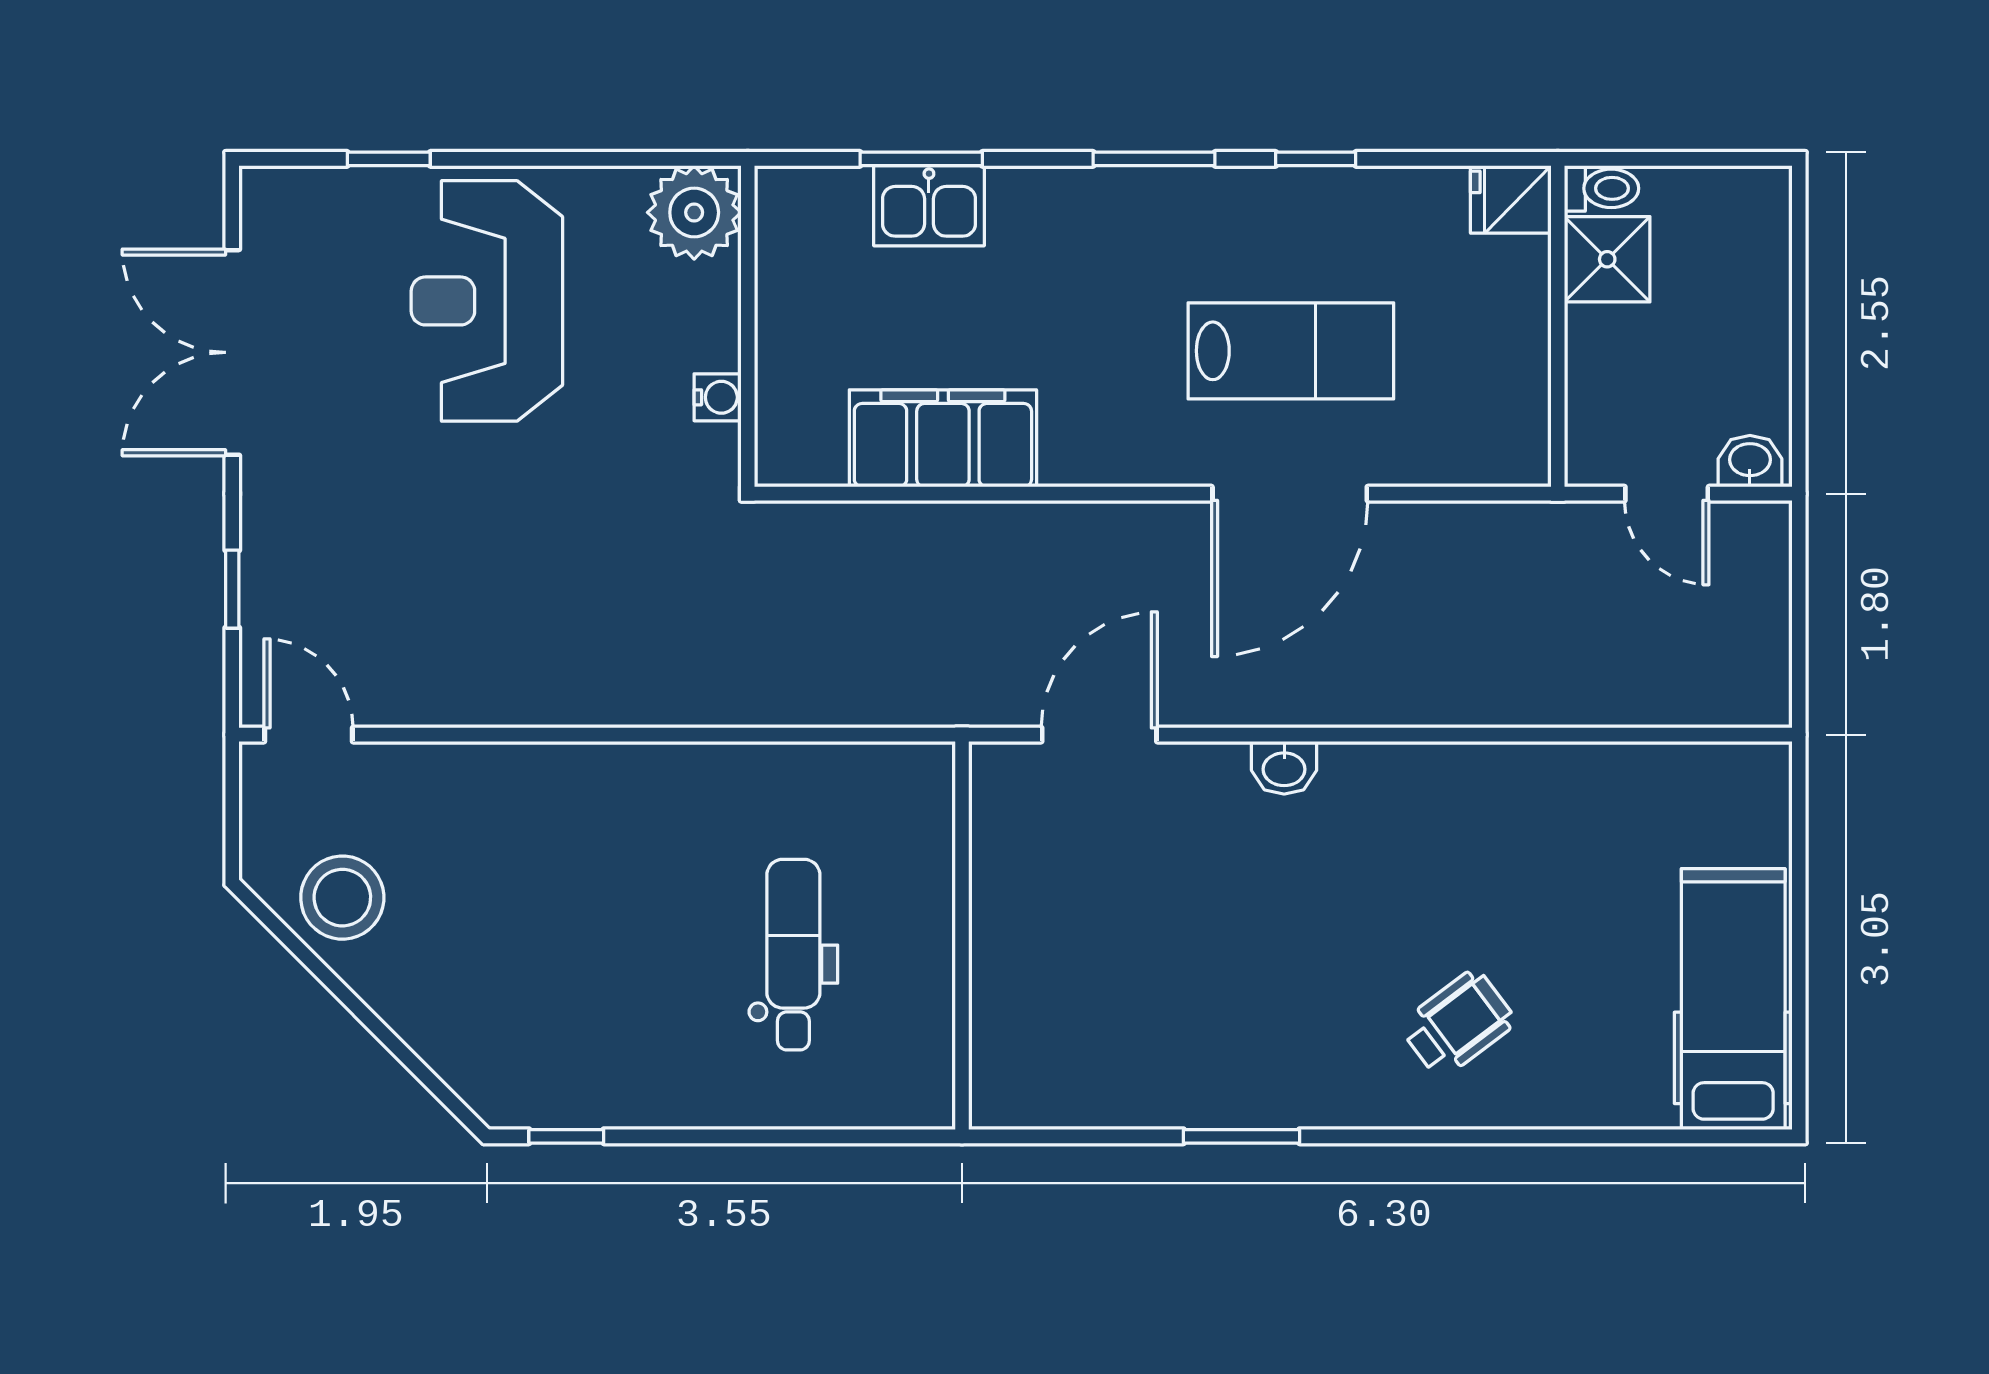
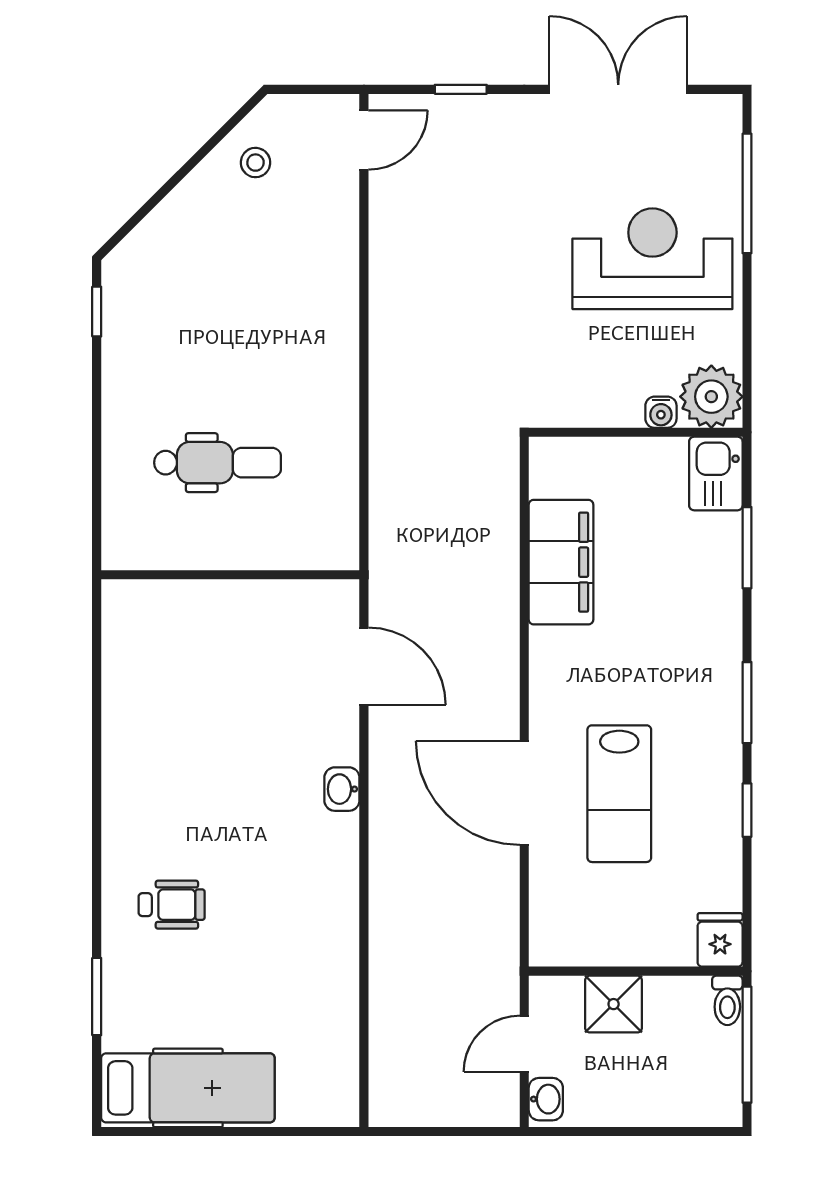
window: (389, 159) -> (747, 193), width x2.17
window: (1668, 159) -> (747, 1045), added
kitchen sink: (929, 206) -> (716, 473), moved
shower: (1607, 259) -> (614, 1004), moved
water cooler: (718, 397) -> (661, 412), moved
stool: (342, 898) -> (255, 163), width x0.53, depth x0.53
wheelchair: (1458, 1024) -> (172, 905), turned -53
window: (1242, 1136) -> (97, 997), moved

